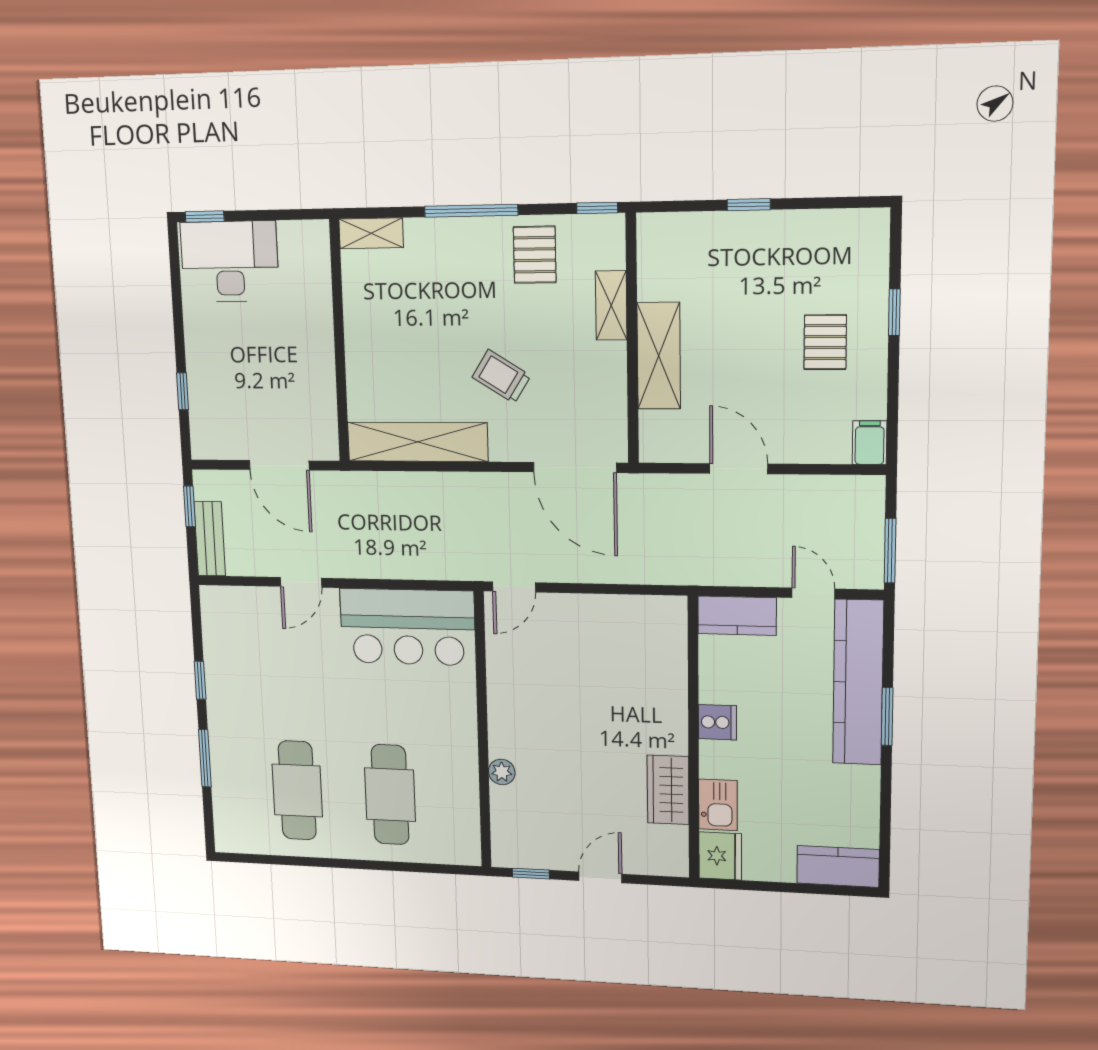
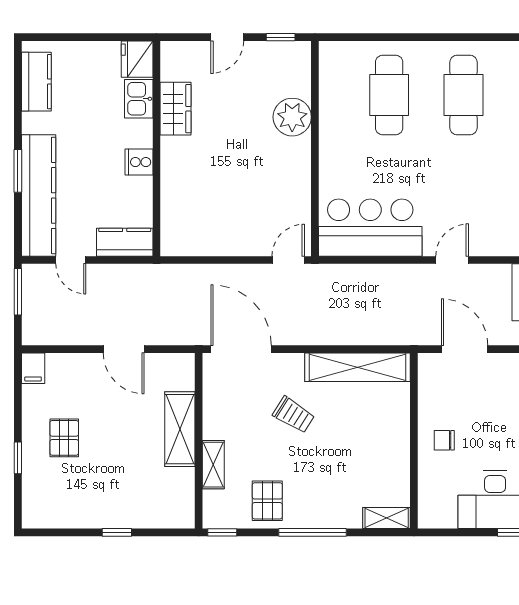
chair: (300, 342) -> (444, 440), added
plant: (502, 772) -> (292, 117), width x1.88, depth x1.88
kitchen counter: (838, 866) -> (36, 82), moved, turned -90

